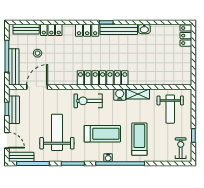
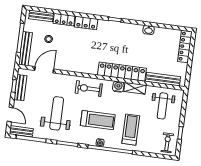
bench: (119, 29) -> (163, 79), moved
locker: (87, 30) -> (86, 23), moved
locker: (186, 36) -> (185, 46), width x1.53
locker: (103, 78) -> (122, 72), moved

